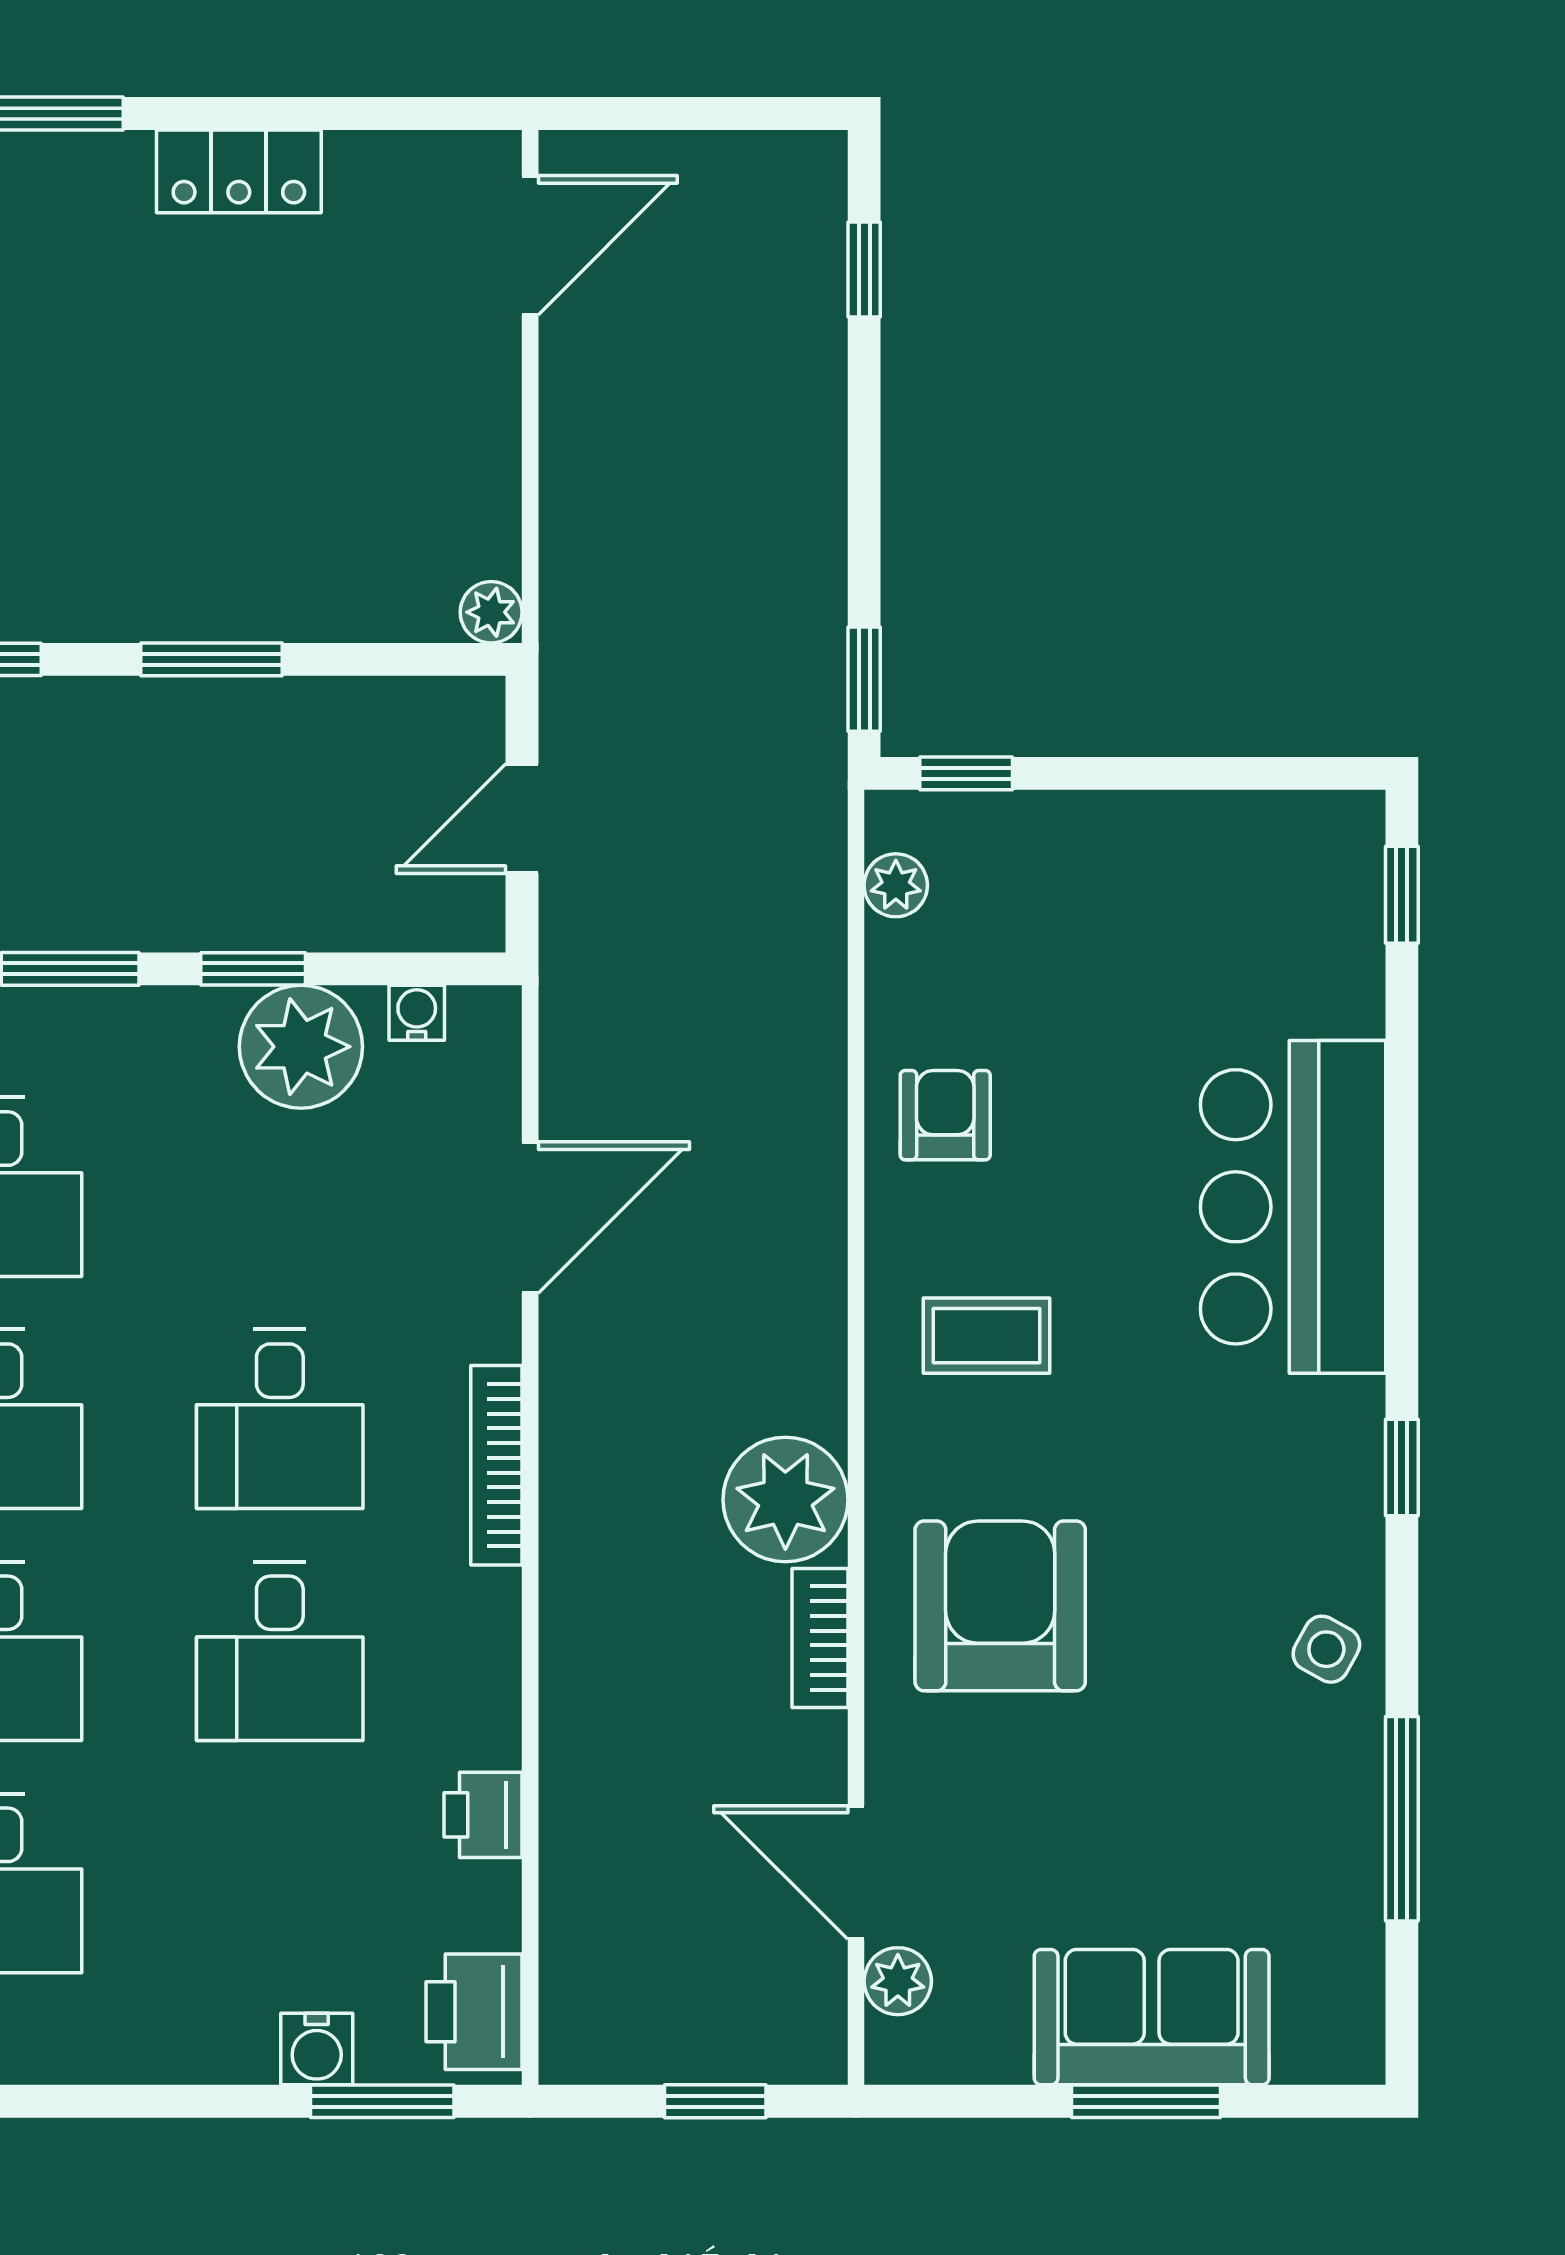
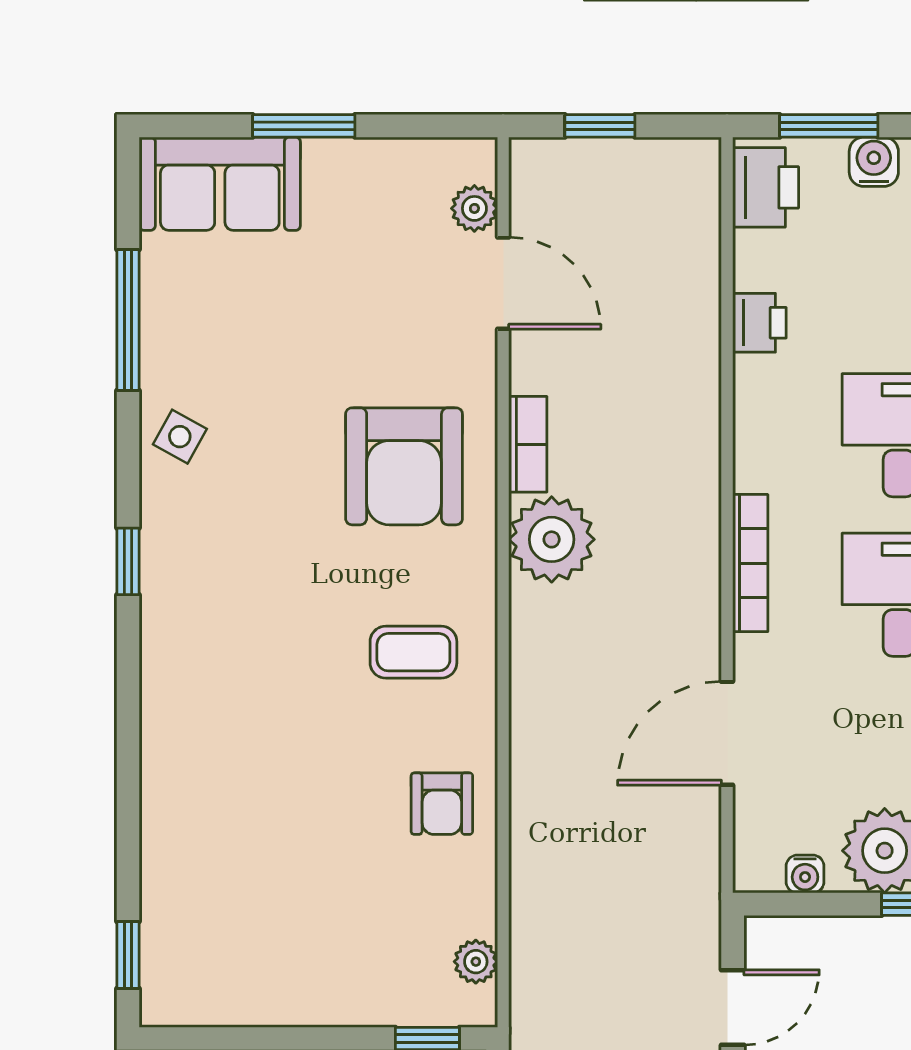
bar counter: (1293, 1207) -> (203, 741), removed
sofa: (1152, 2017) -> (220, 184), moved

